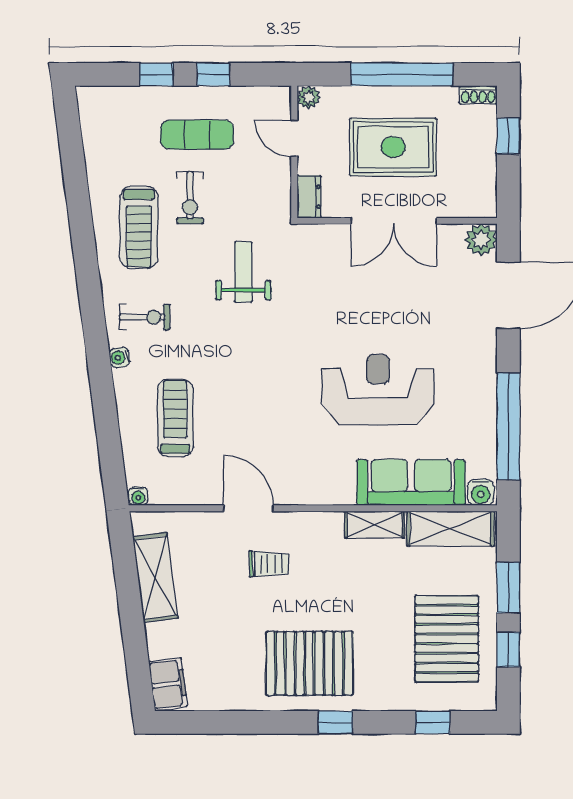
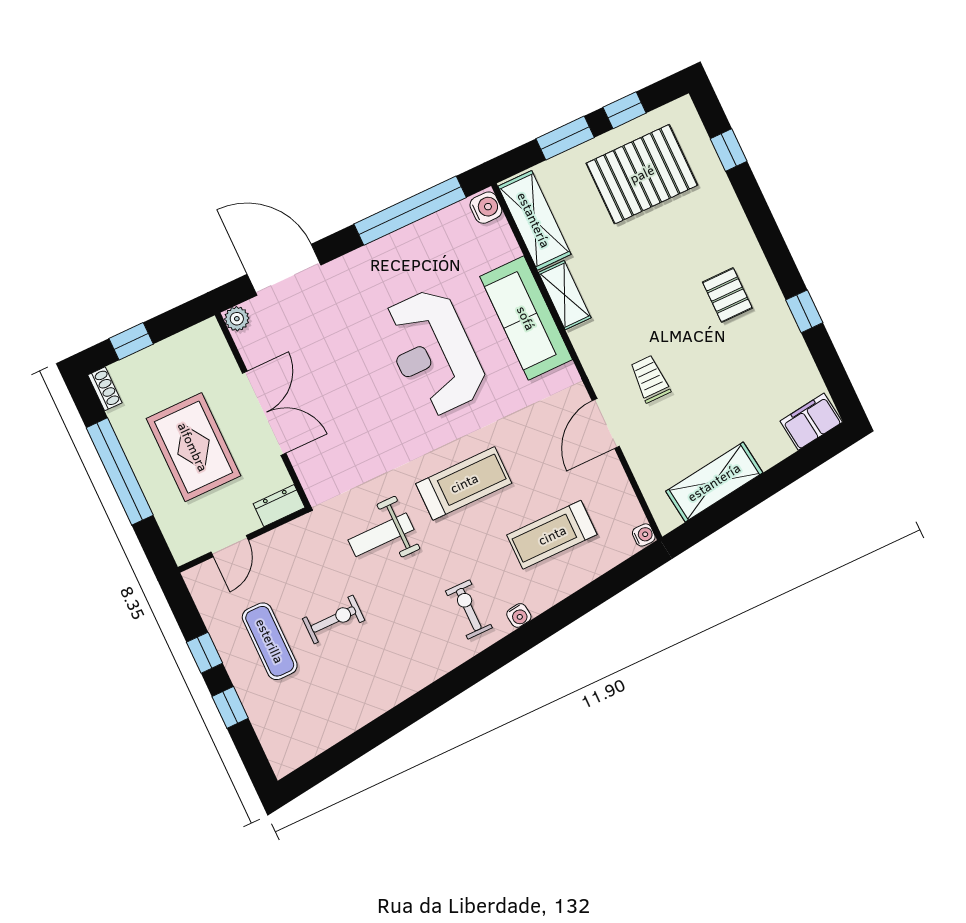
plant: (309, 97) -> (184, 551), removed
treadmill: (139, 227) -> (464, 483), moved
plant: (481, 240) -> (237, 319), width x0.73, depth x0.73
sofa: (411, 482) -> (526, 318), moved
pallet: (309, 663) -> (727, 295), width x0.49, depth x0.50
window: (335, 722) -> (804, 311), moved

